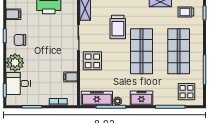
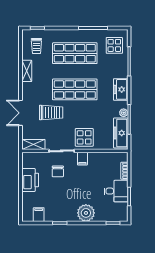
chair: (20, 40) -> (58, 171), moved
filing cabinet: (71, 77) -> (82, 159), moved
desk: (18, 83) -> (116, 191), moved, turned -90

